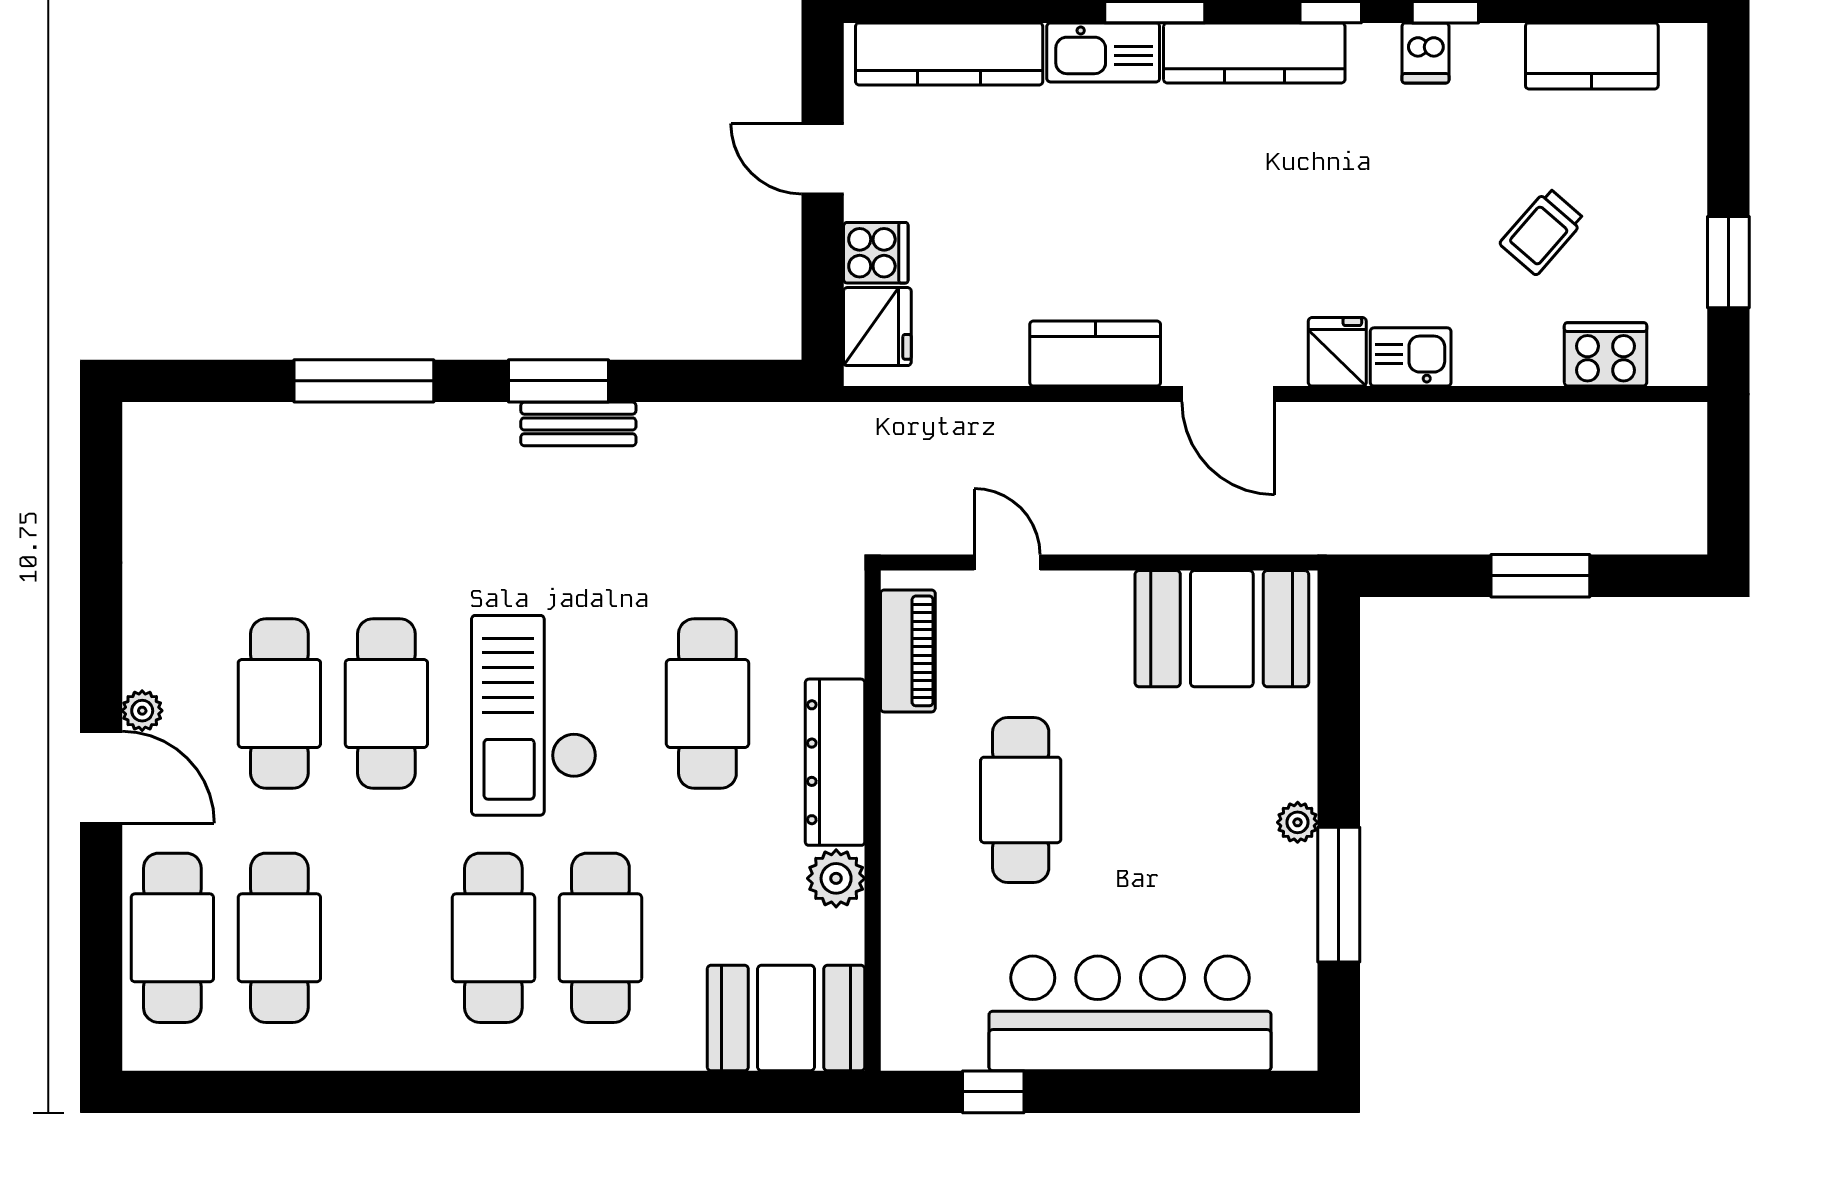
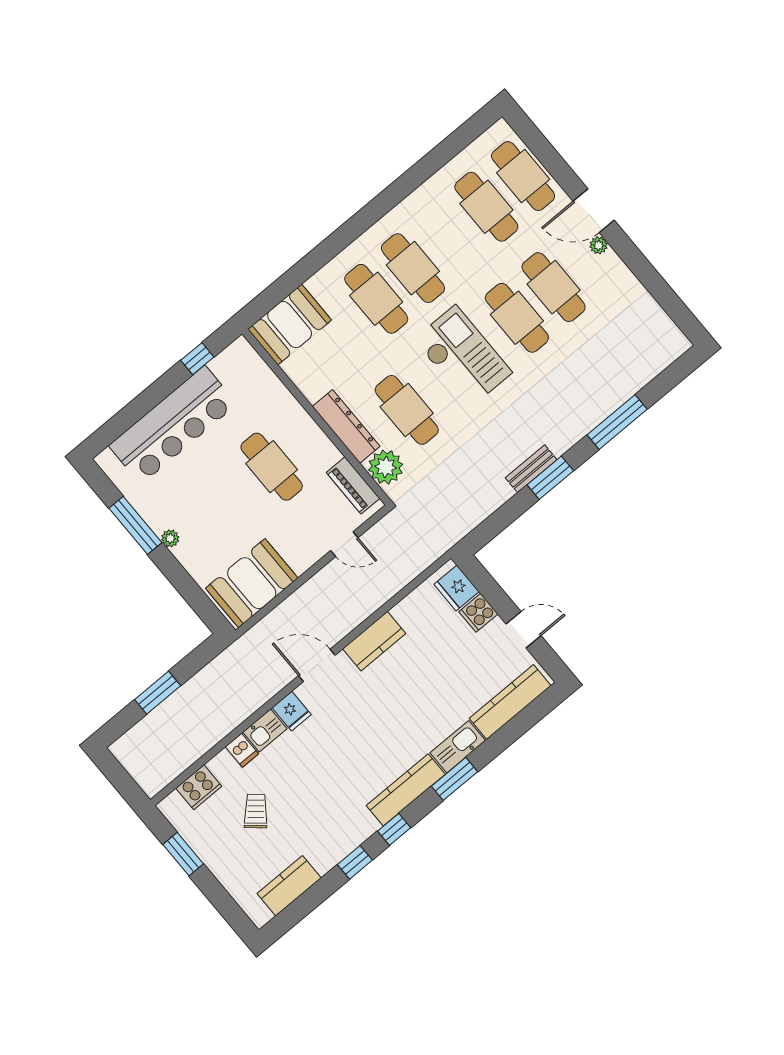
dishwasher: (1425, 53) -> (242, 750), moved, turned 180
plant: (836, 878) -> (386, 467), moved, width x1.36, depth x1.36

